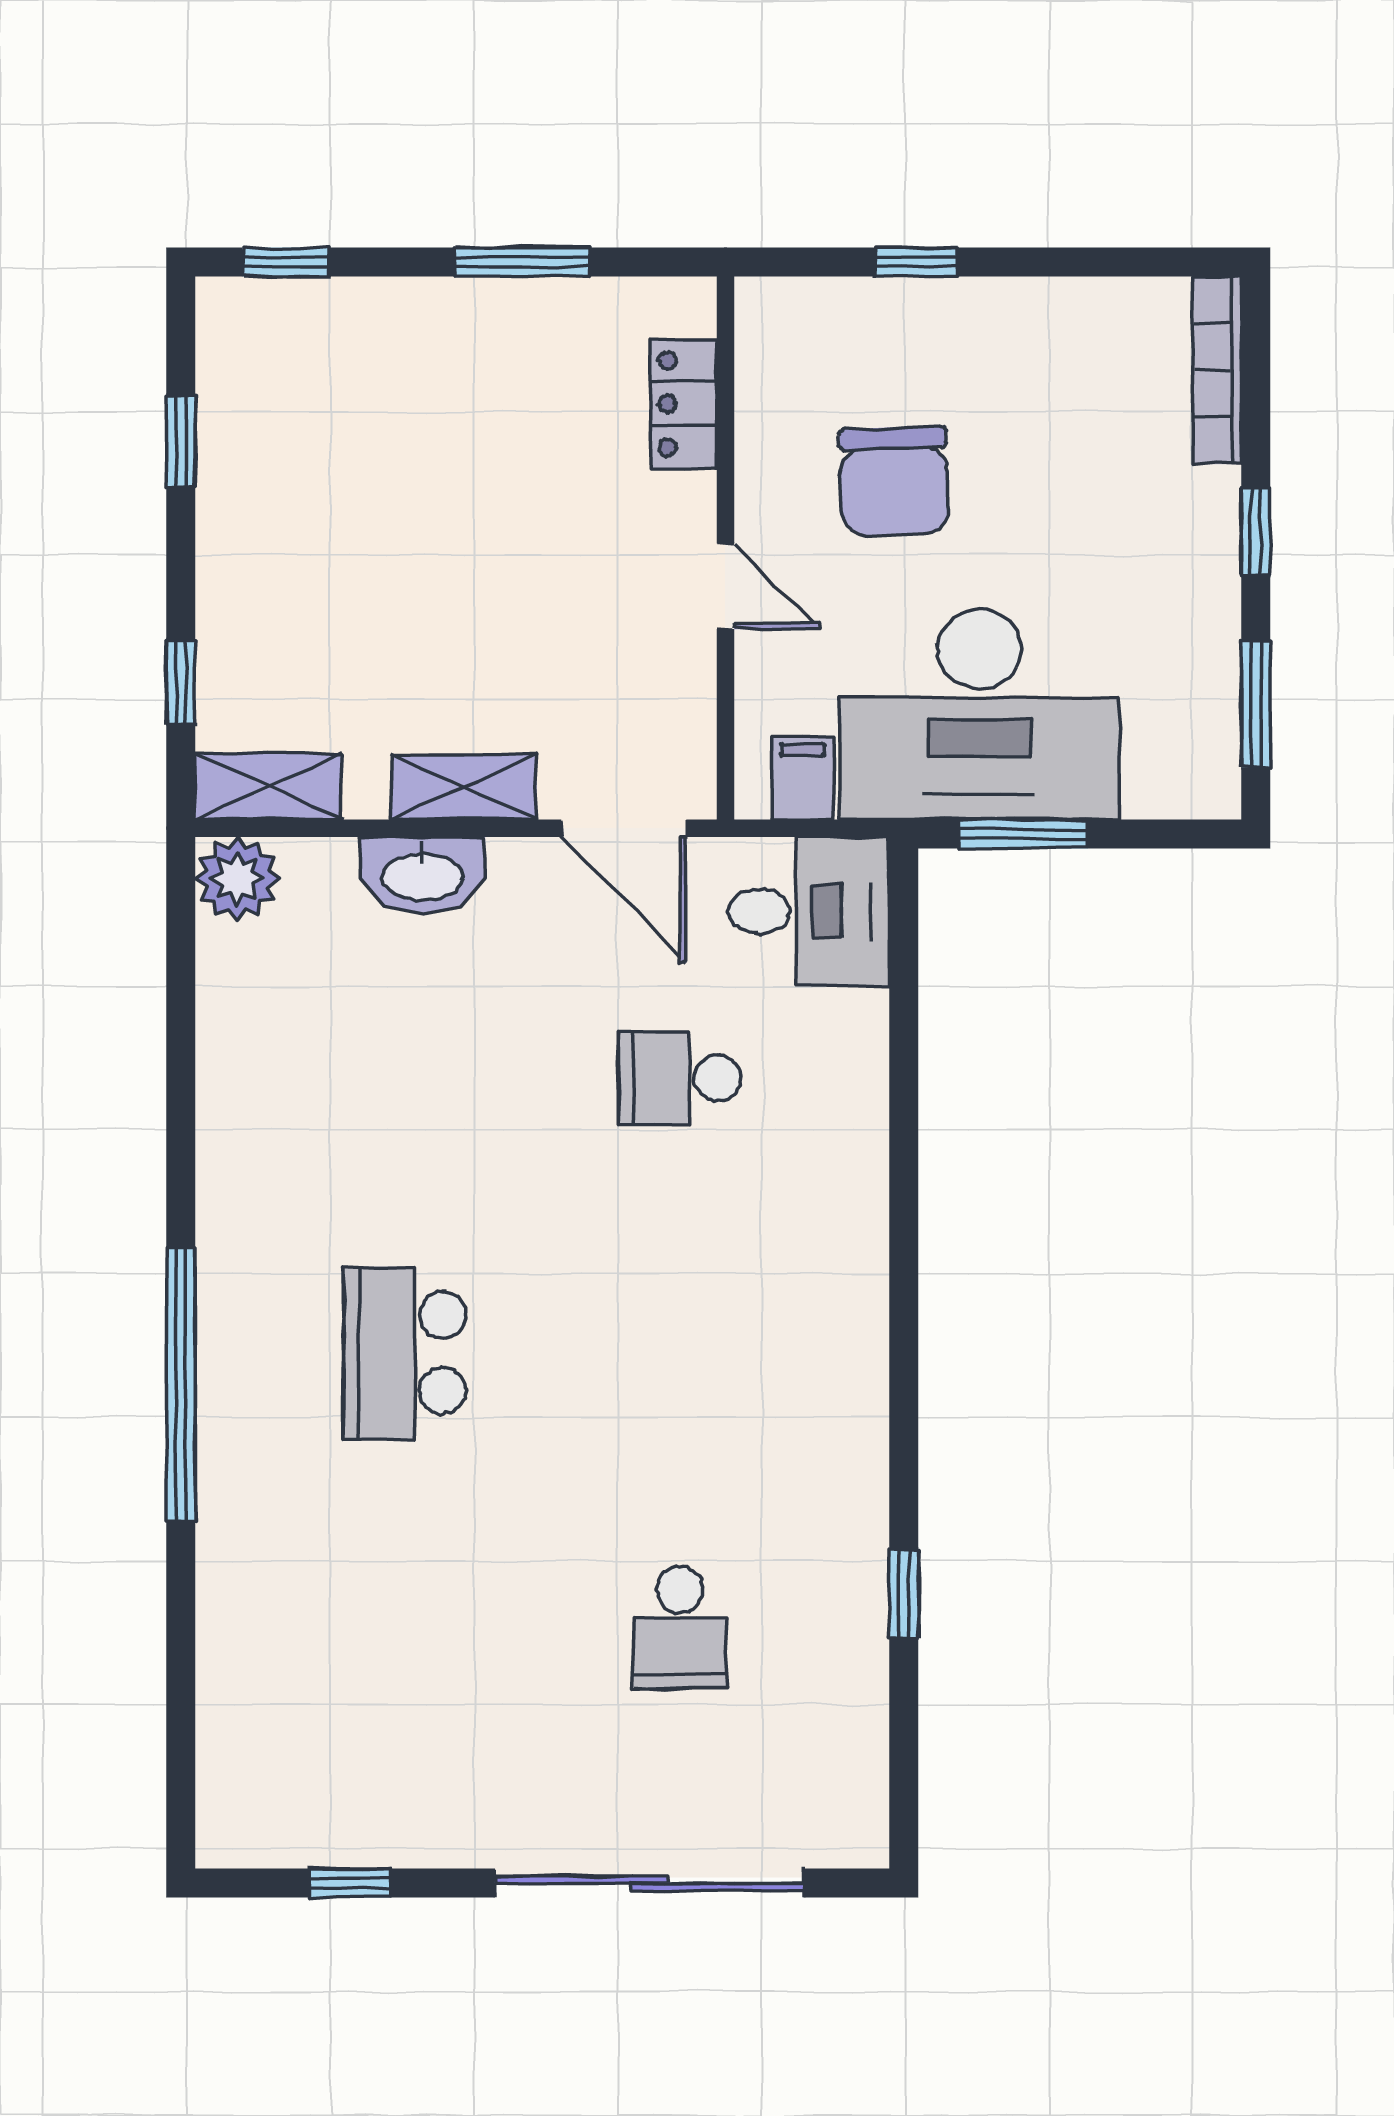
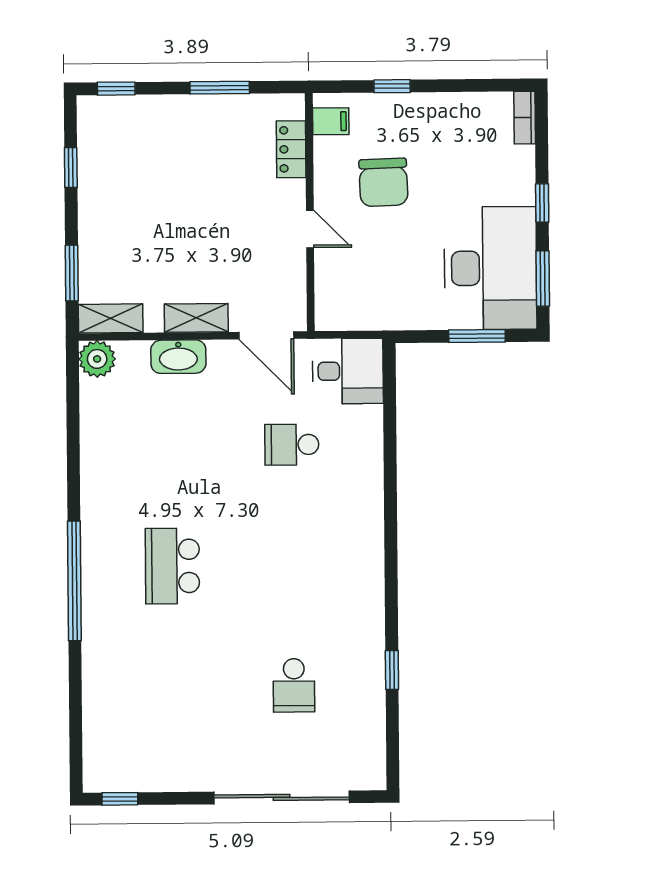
bookcase: (1217, 370) -> (525, 118), width x0.64
window: (181, 682) -> (72, 273), width x1.50
desk: (980, 714) -> (490, 268), moved, turned -90
filing cabinet: (803, 778) -> (331, 121), moved, turned 90
window: (1023, 834) -> (477, 336), moved
window: (349, 1883) -> (120, 799), moved

